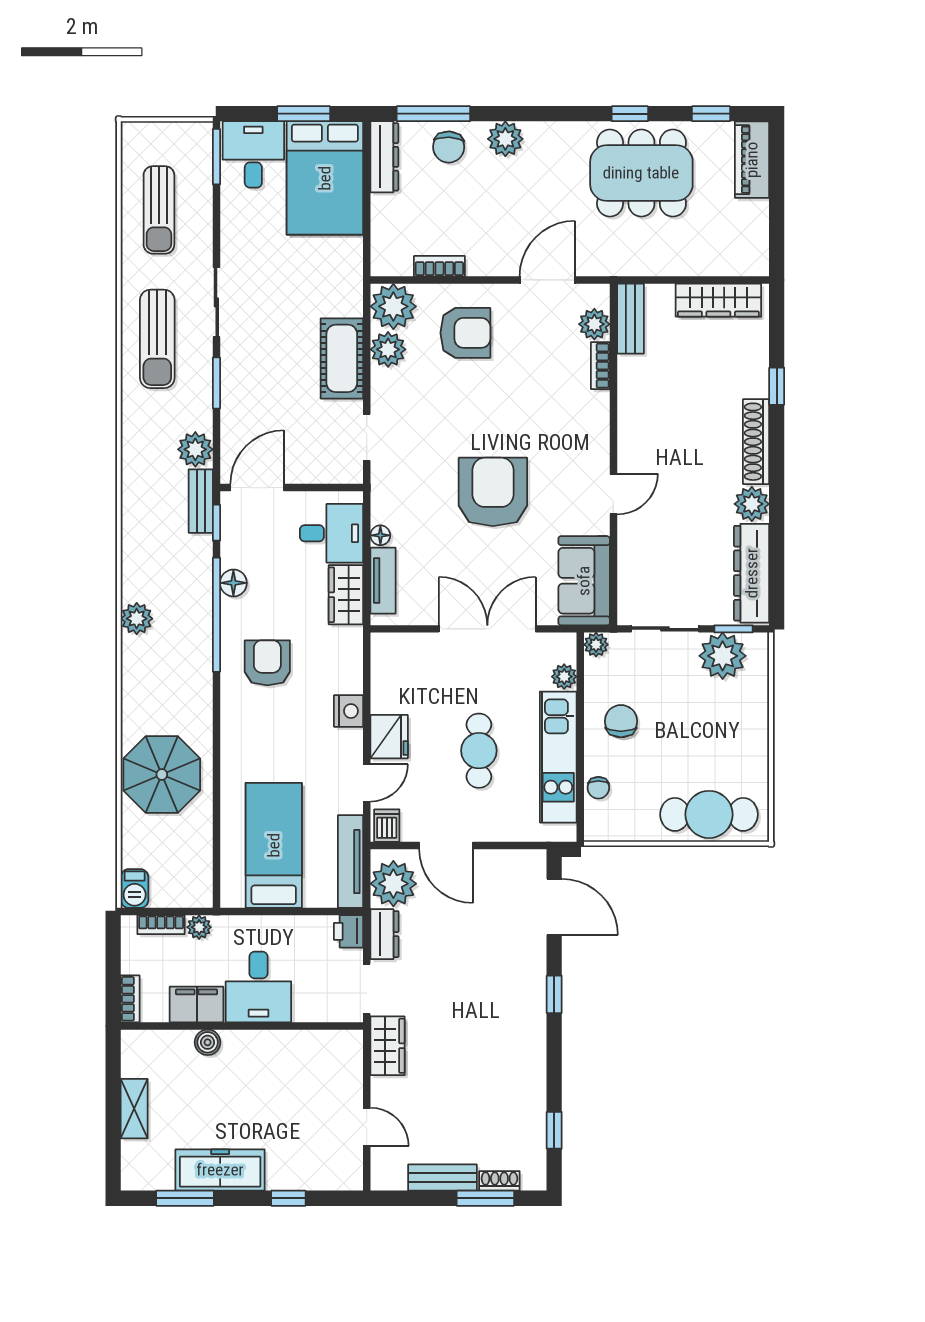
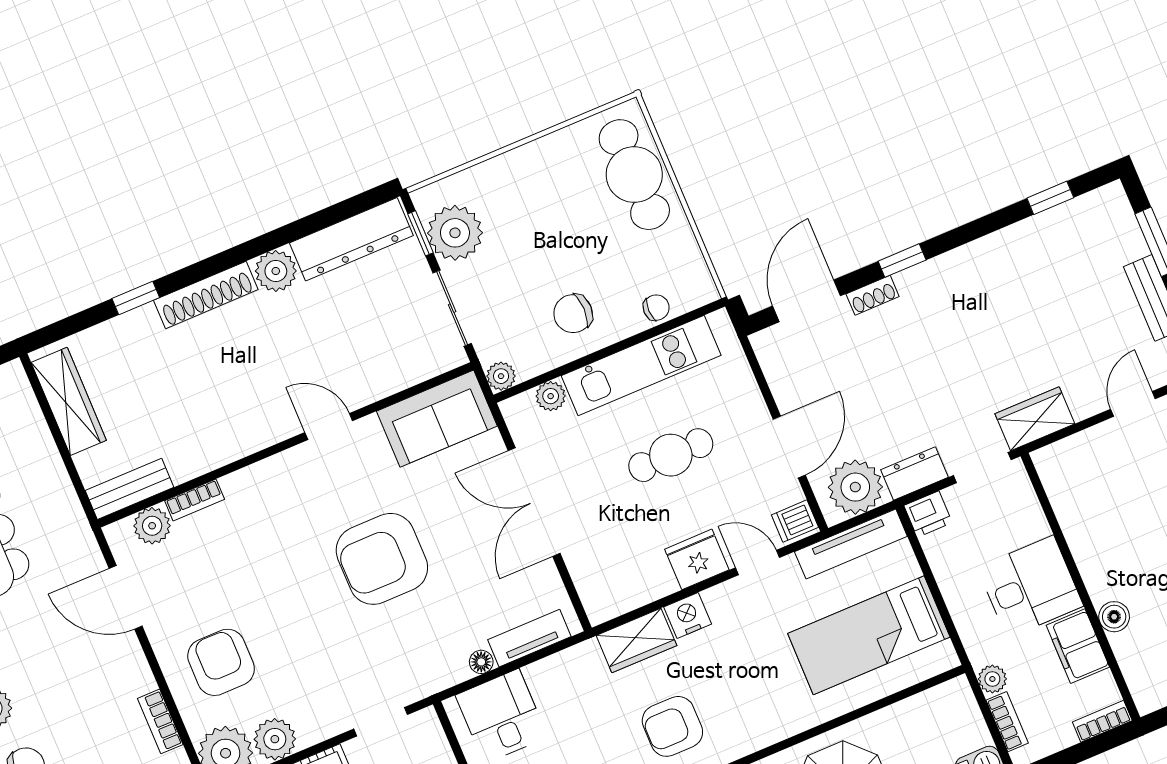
wardrobe: (346, 595) -> (636, 640), moved
shoe rack: (499, 1181) -> (873, 295), moved, turned -90

